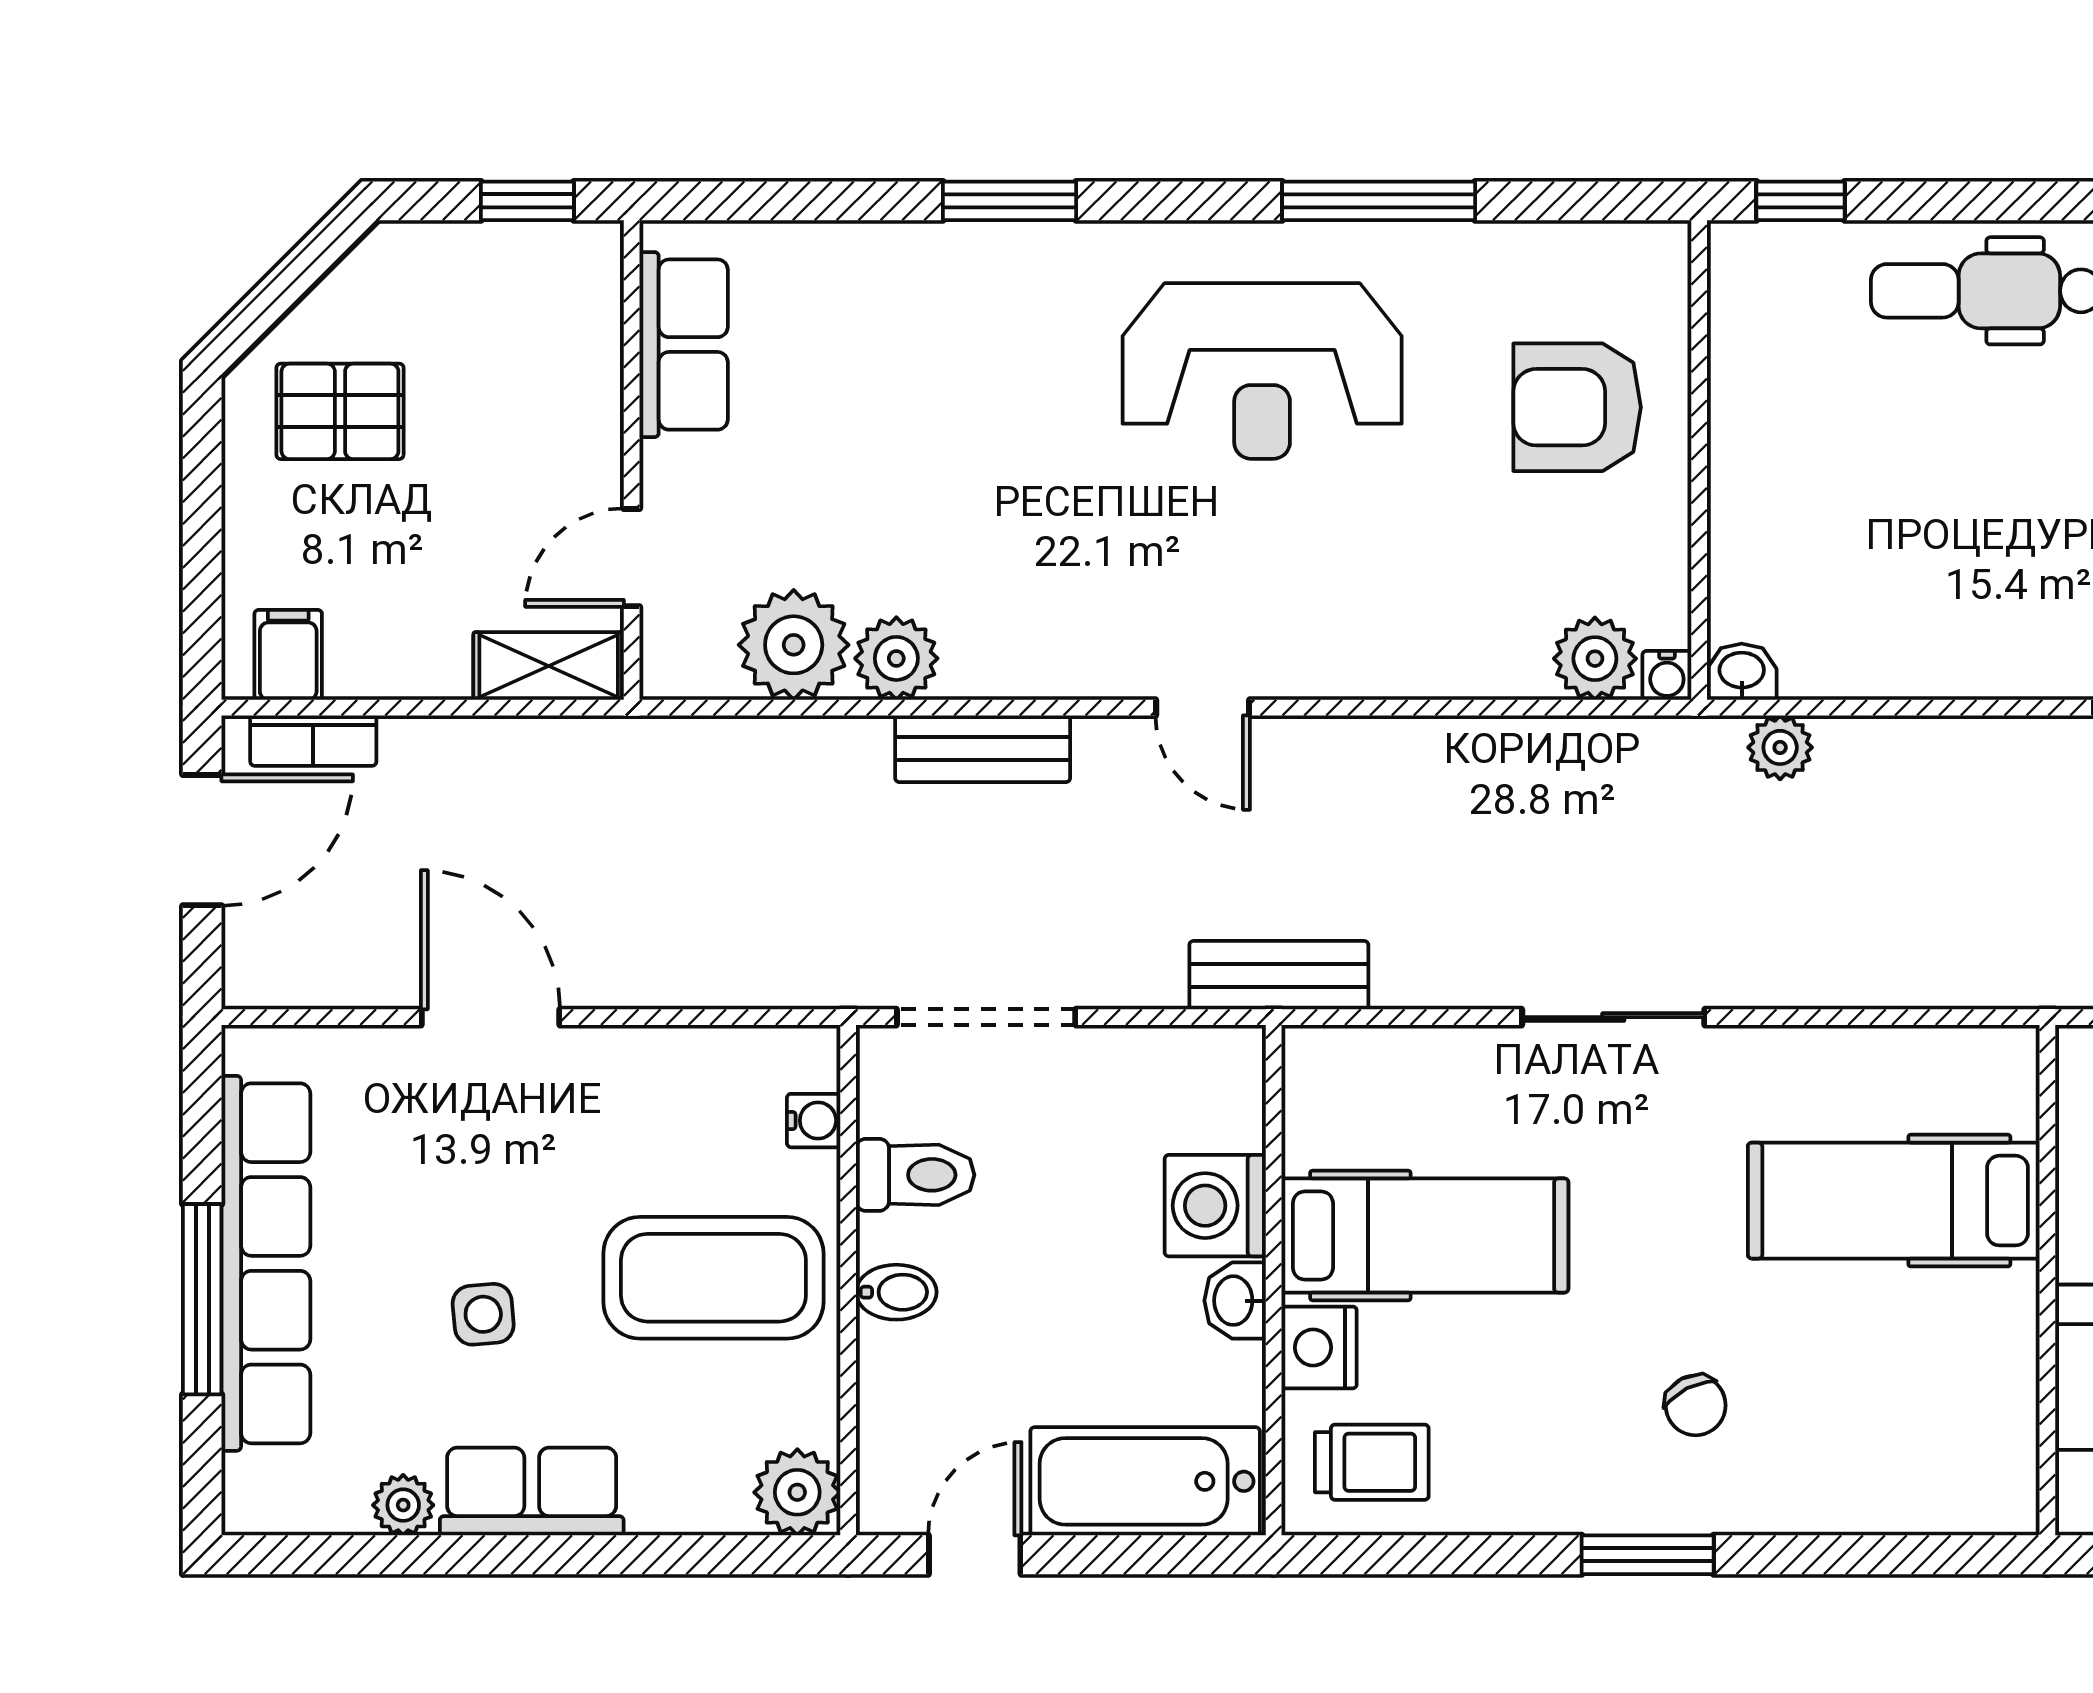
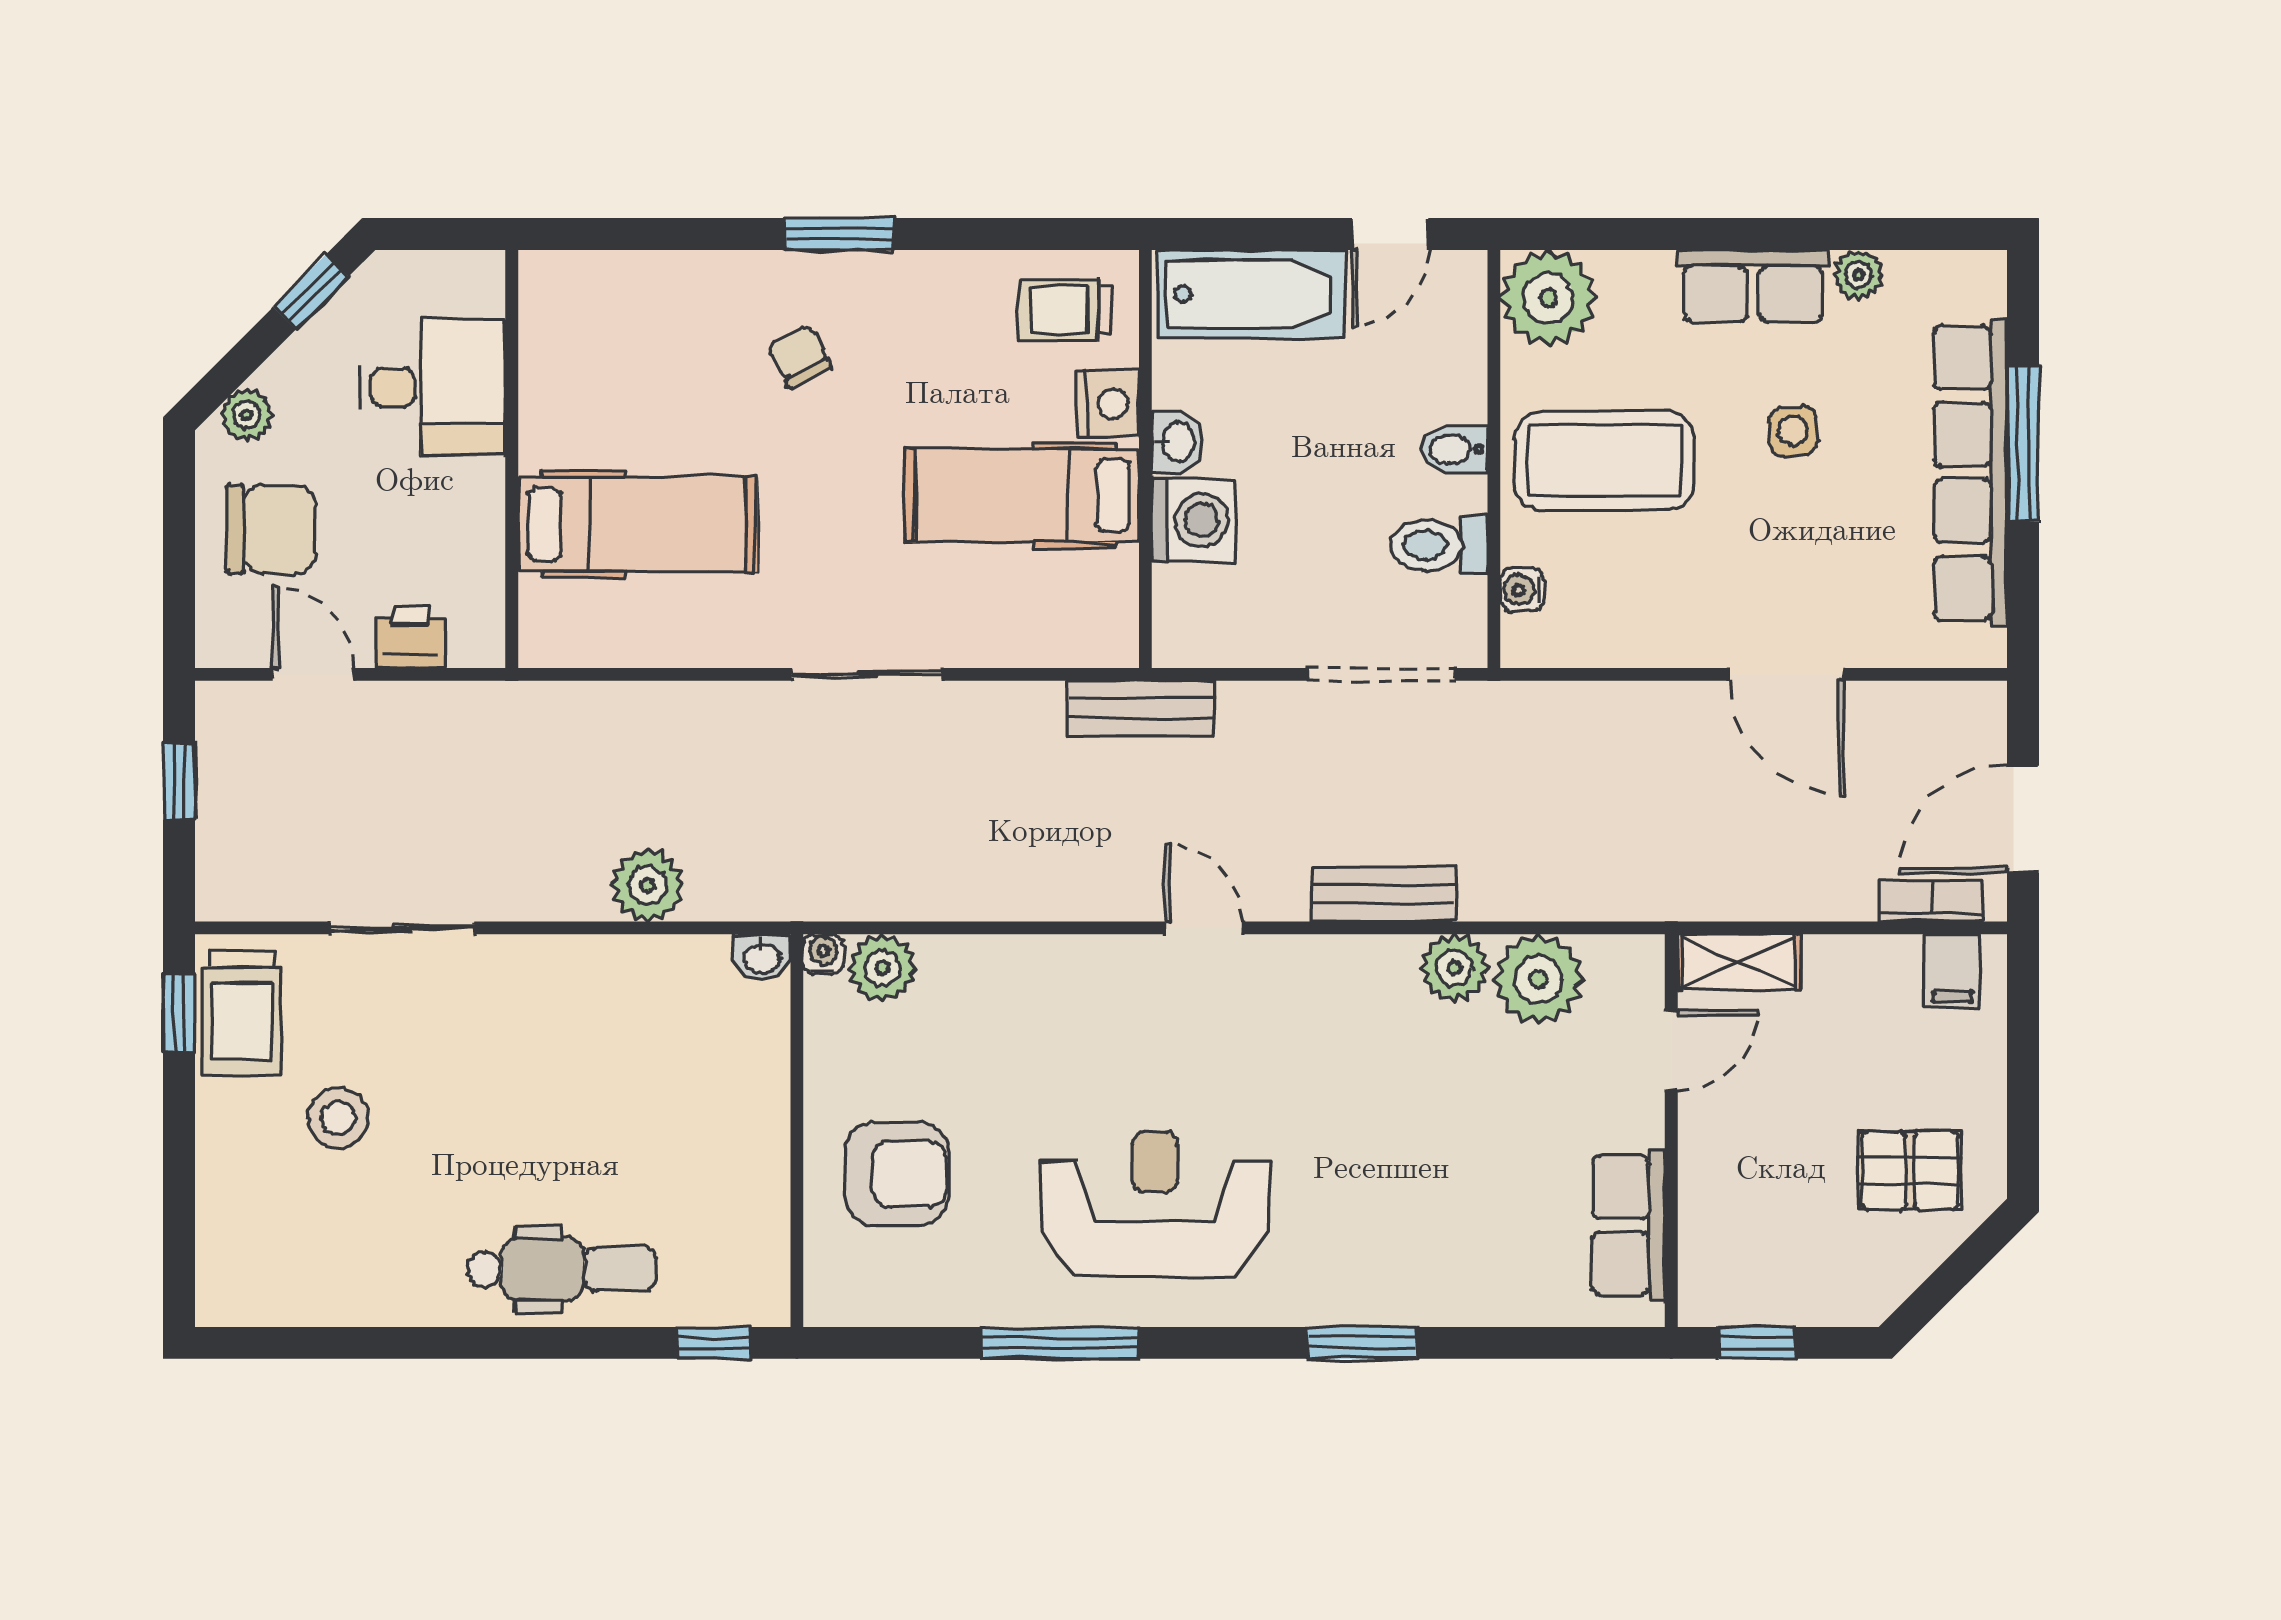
plant: (1780, 747) -> (647, 885), moved, width x1.38, depth x1.38
plant: (797, 1492) -> (1548, 298), width x1.36, depth x1.36

